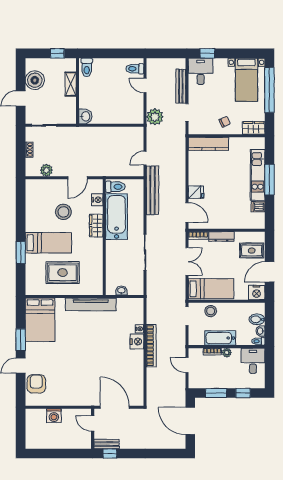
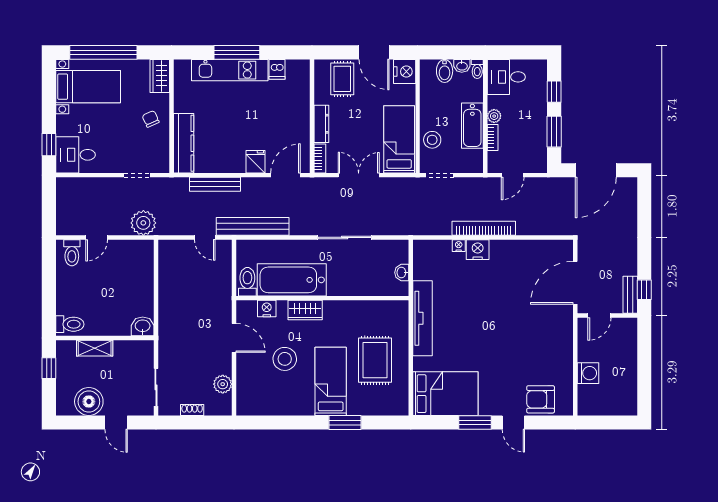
bench: (181, 86) -> (215, 184), moved

